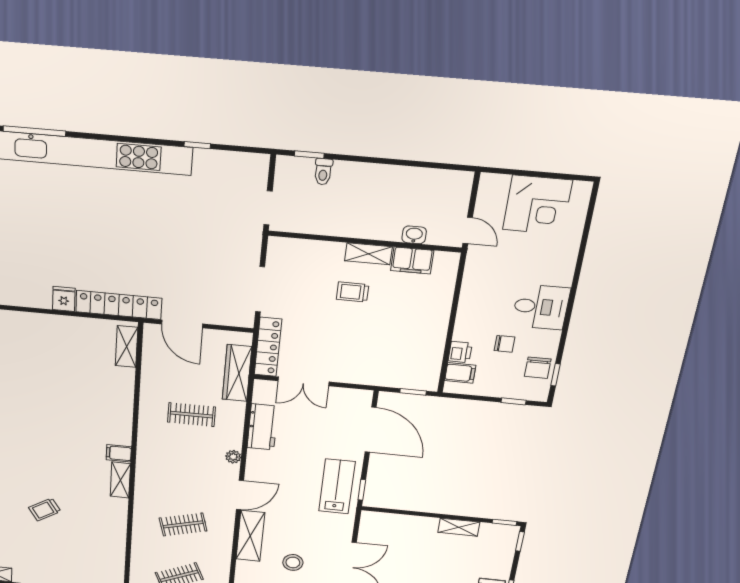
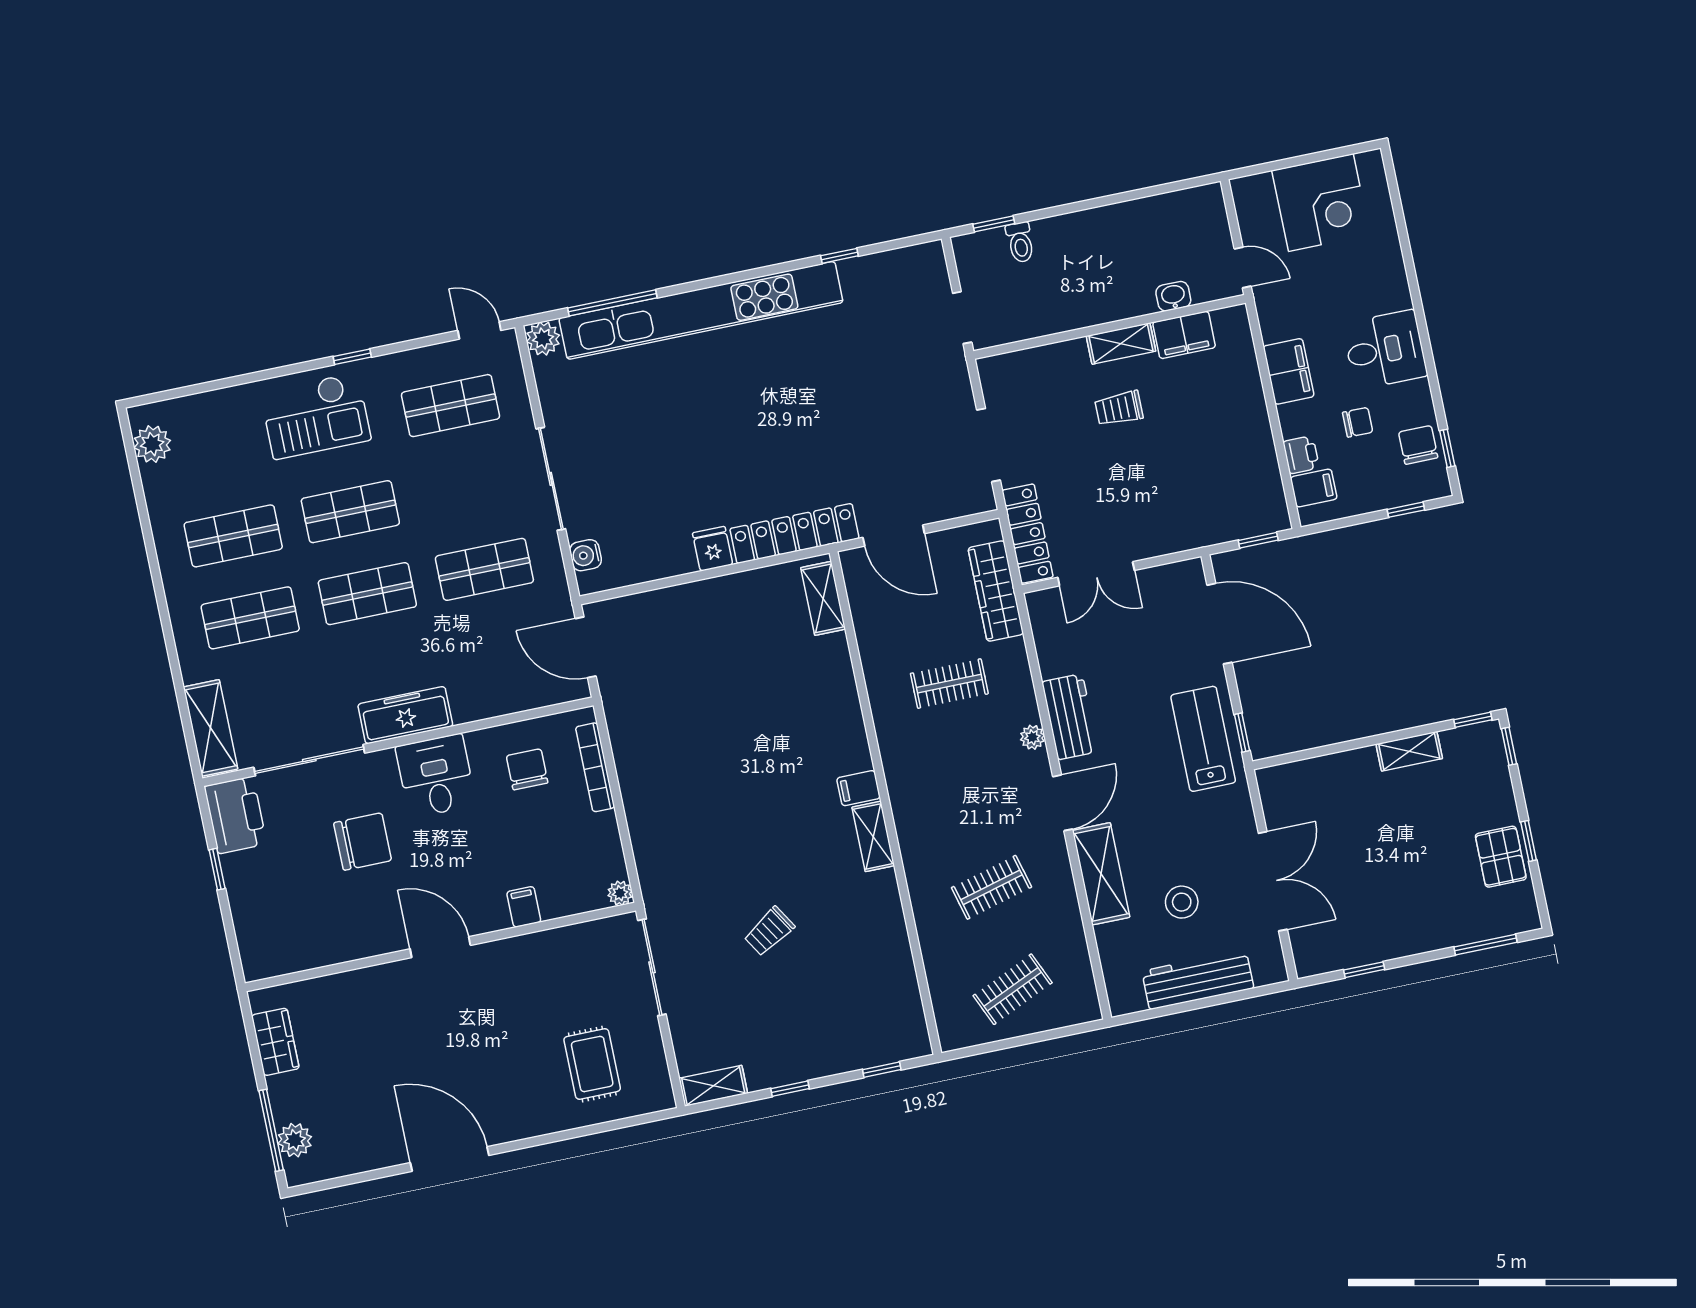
filing cabinet: (472, 302) -> (1289, 371), added
chair: (538, 368) -> (1418, 445), turned 180
workbench: (263, 427) -> (1070, 717), moved

